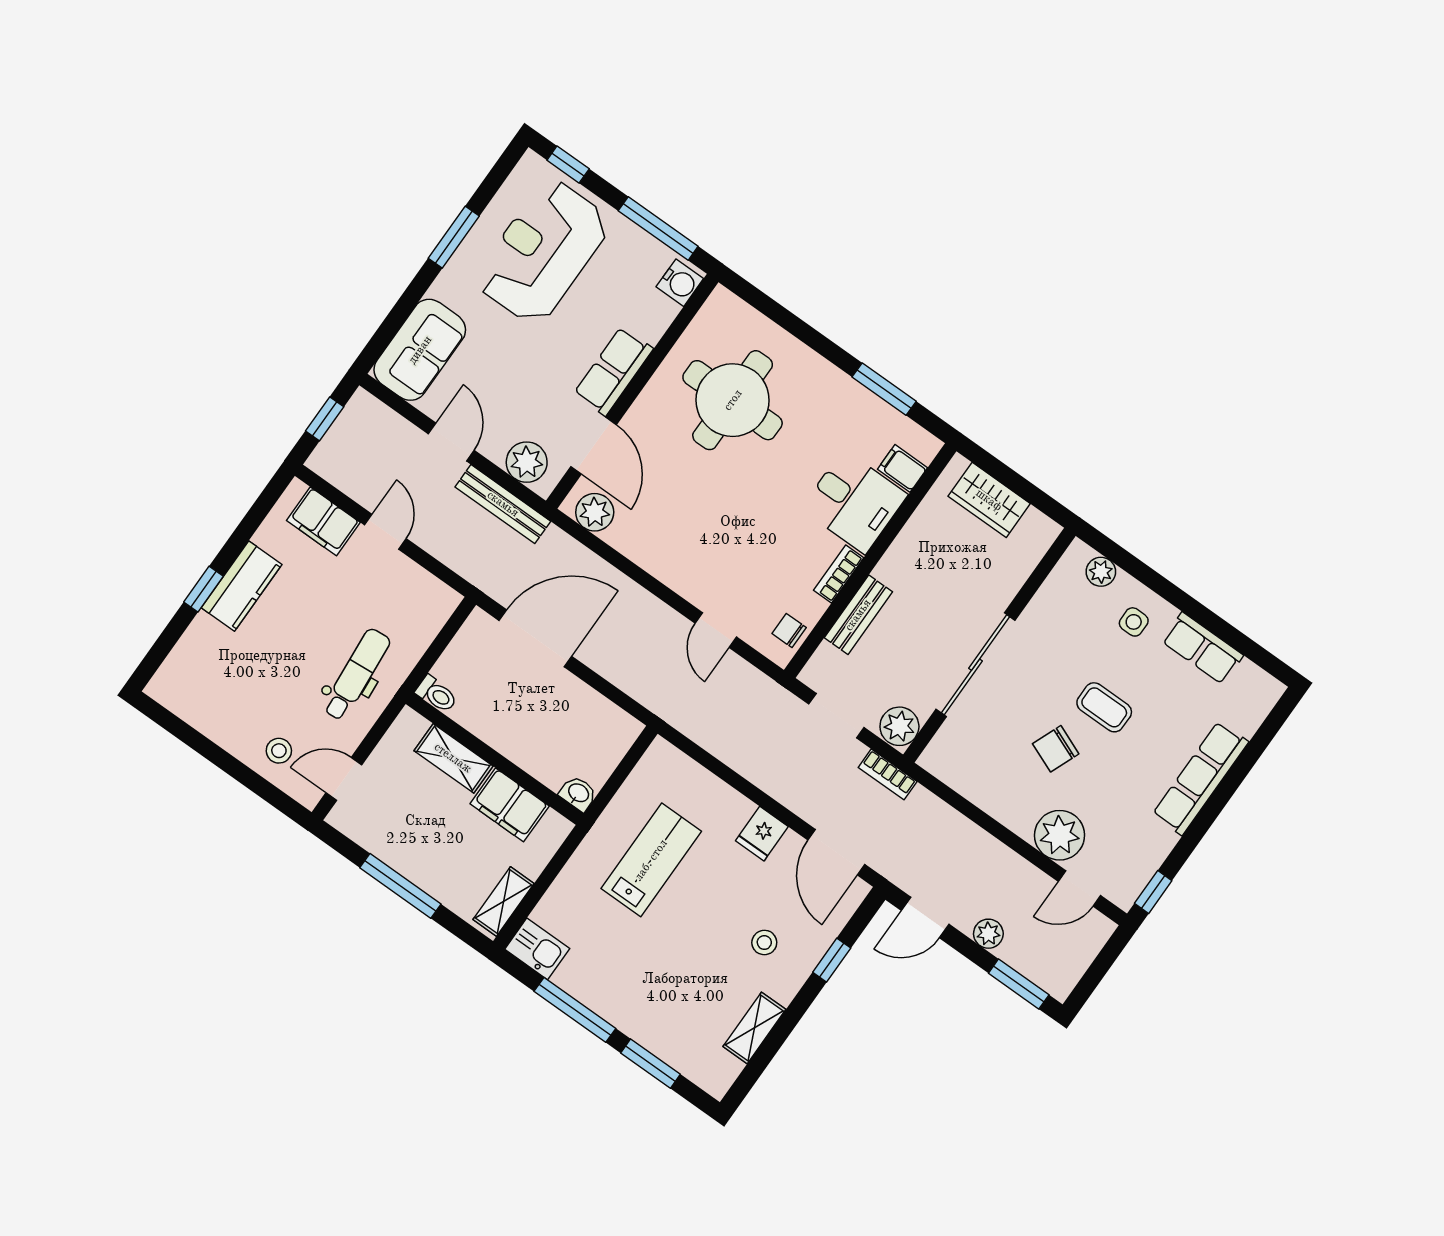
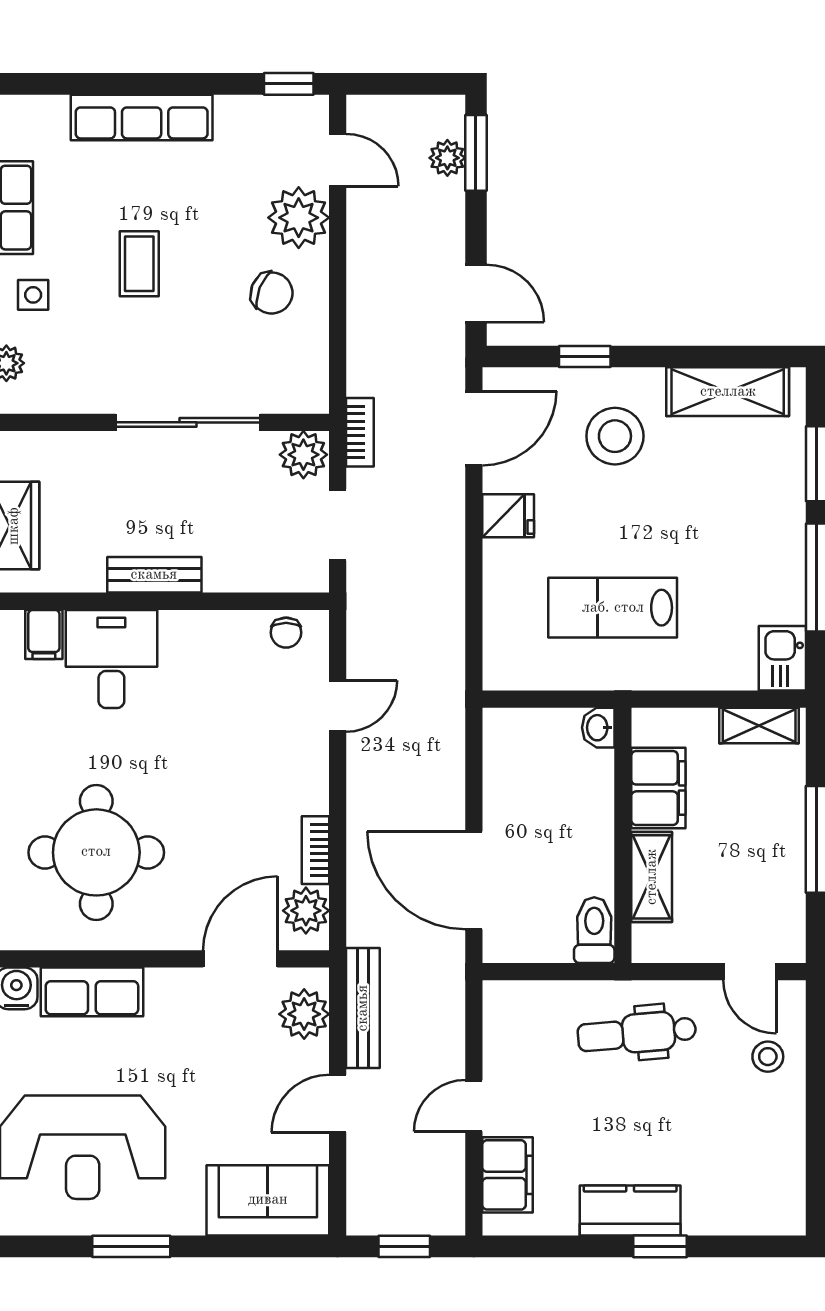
row of seats: (613, 371) -> (92, 992), moved
bookcase: (839, 574) -> (315, 850), moved, turned 90
bench: (858, 615) -> (154, 575), moved
toilet: (437, 694) -> (594, 930), width x1.37, depth x1.39
chair: (1056, 749) -> (272, 293), moved
plant: (988, 934) -> (447, 158), moved
stool: (764, 942) -> (615, 436), width x1.89, depth x1.89
shelving: (754, 1028) -> (728, 392), width x1.50, depth x1.33

